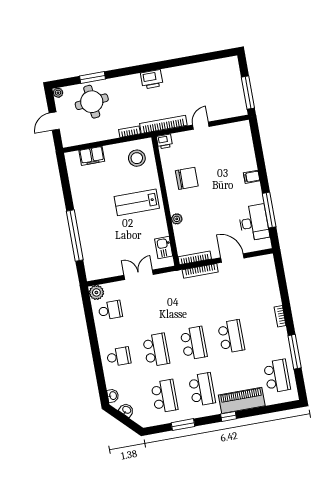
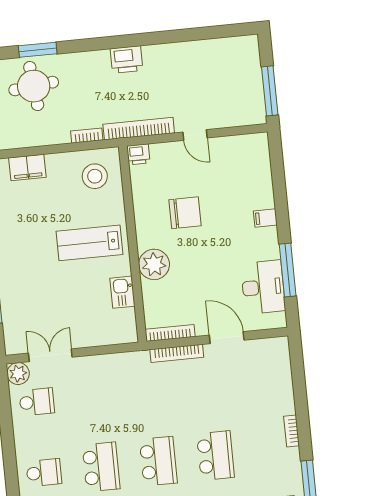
door: (201, 126) -> (195, 135), swing flipped
chair: (187, 178) -> (185, 213), moved
plant: (177, 219) -> (154, 264), width x1.88, depth x1.88
kitchen sink: (164, 248) -> (122, 292), moved
double door: (139, 275) -> (50, 355), moved

